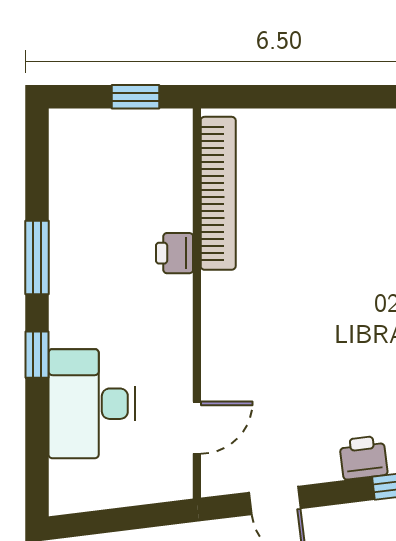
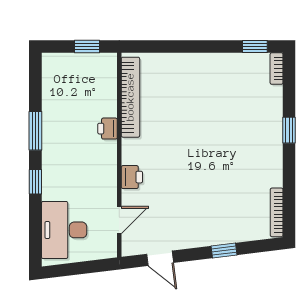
desk: (92, 404) -> (64, 230), moved
printer: (363, 458) -> (132, 177), moved, turned 97

